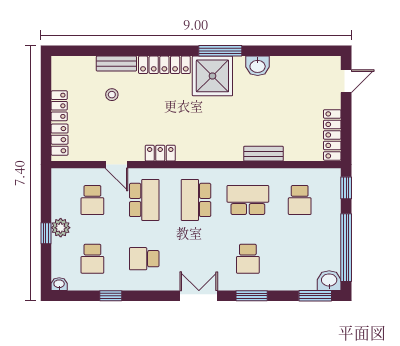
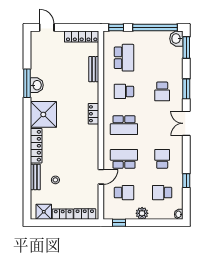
window: (220, 51) -> (27, 83), moved
shower: (63, 77) -> (44, 212), added
locker: (160, 153) -> (94, 114), moved
bench: (263, 154) -> (94, 69), moved
school desk: (248, 200) -> (124, 91), width x0.54
school desk: (300, 200) -> (124, 58), width x1.85
window: (46, 233) -> (119, 223), moved
school desk: (92, 259) -> (162, 193), turned 180
school desk: (144, 259) -> (162, 159), turned 180
school desk: (248, 259) -> (162, 91), turned 90

